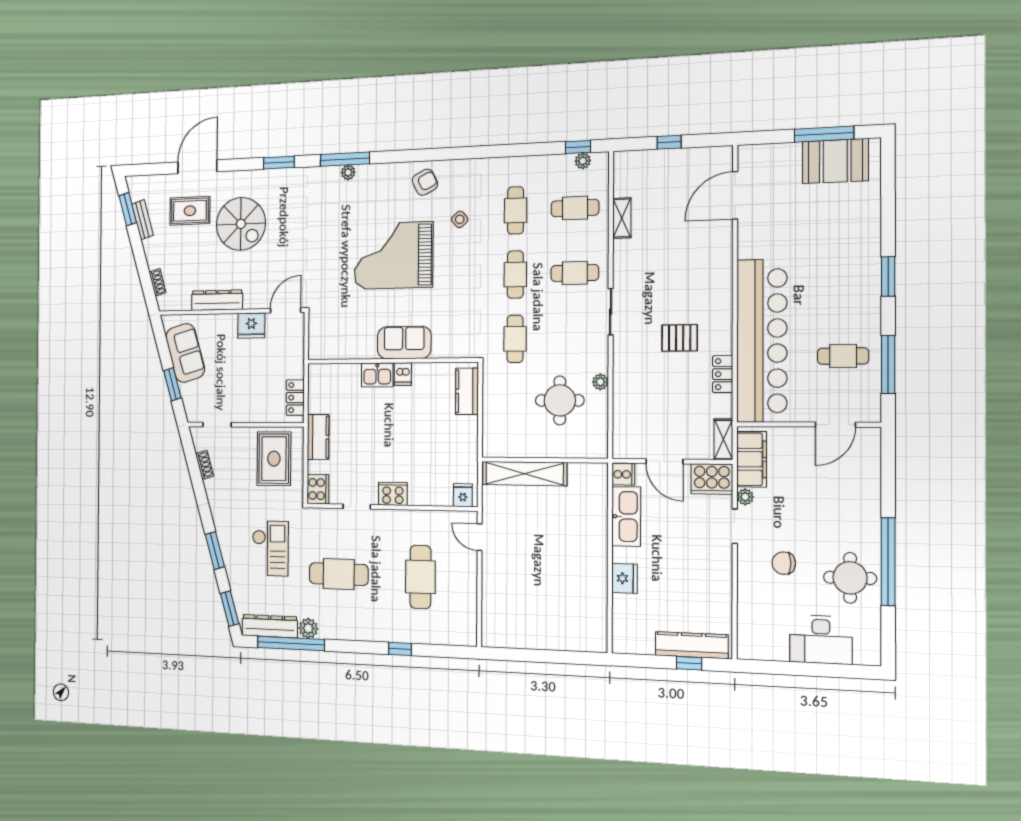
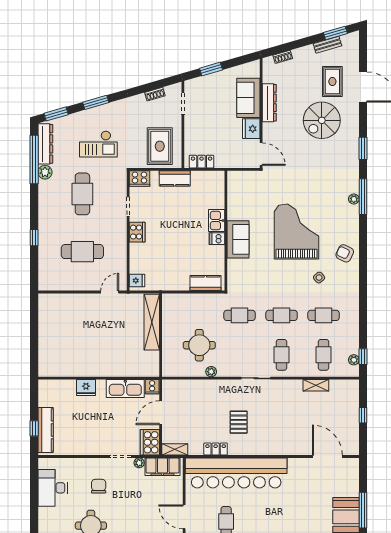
armchair: (425, 182) -> (345, 253), turned 142
sofa: (185, 353) -> (248, 98), moved, turned 106
rug: (274, 459) -> (160, 146), turned 90
desk: (821, 640) -> (53, 488), moved

